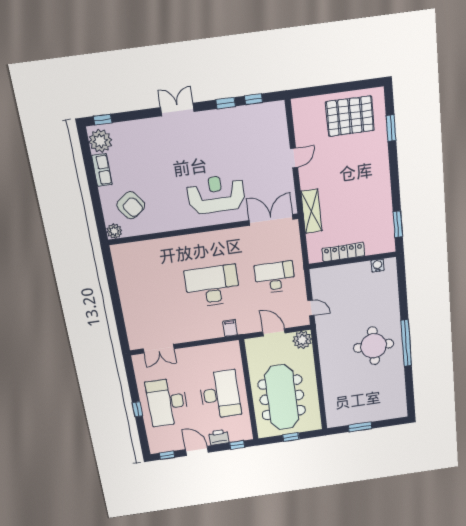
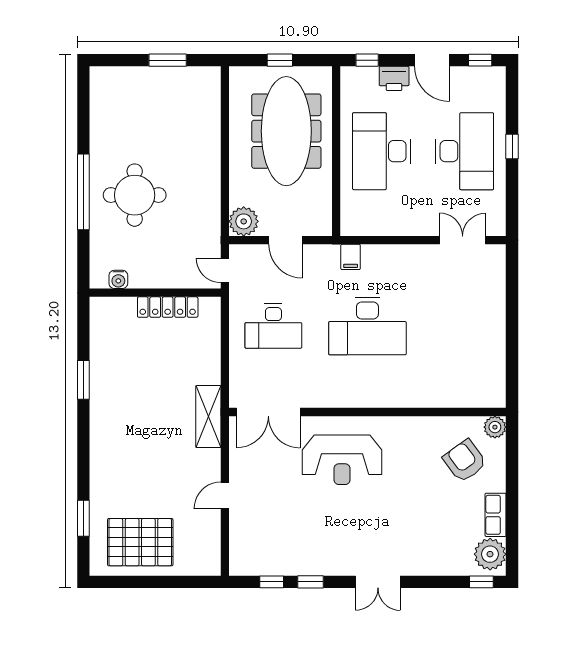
locker: (343, 252) -> (168, 307), moved
wall: (353, 260) -> (155, 293), moved
water cooler: (378, 265) -> (118, 279), moved

